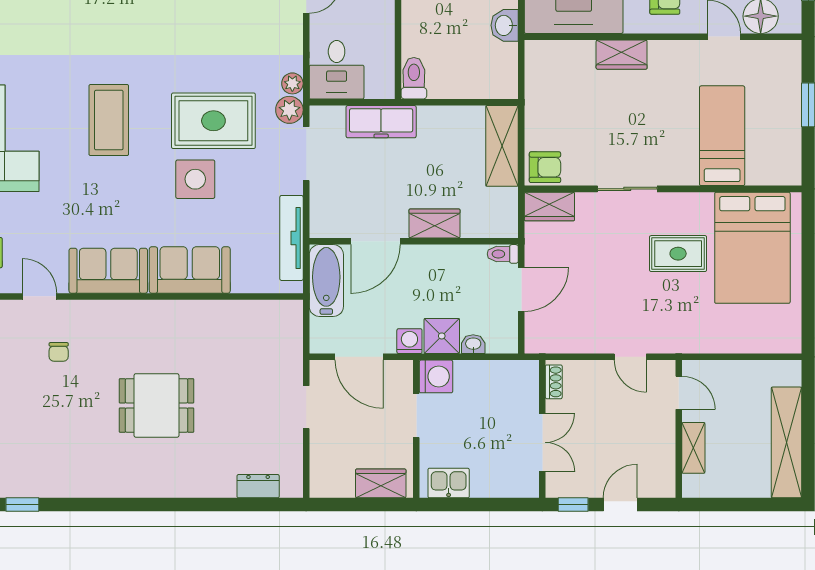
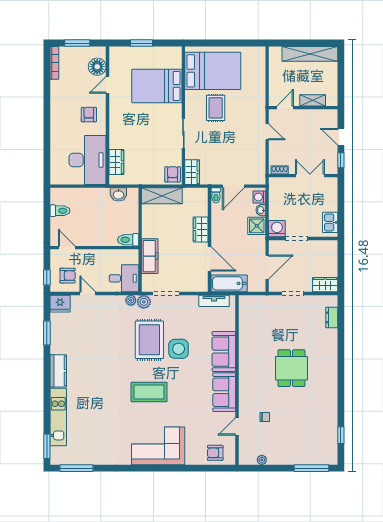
washbasin: (505, 25) -> (118, 194), moved
wardrobe: (622, 55) -> (116, 162), moved
bed: (722, 136) -> (157, 86), width x1.50
tv unit: (291, 238) -> (214, 301), width x0.71
door: (521, 289) -> (233, 186), swing flipped
washing machine: (409, 341) -> (259, 197), moved
door: (630, 357) -> (267, 132), hinge flipped
wardrobe: (381, 483) -> (325, 285), moved, turned 90

